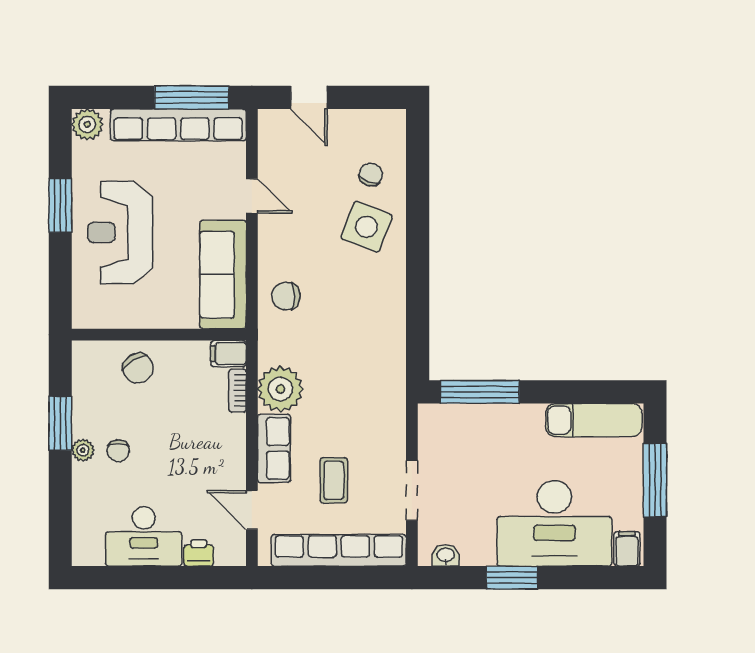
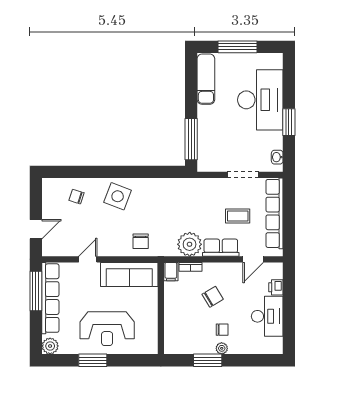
side table: (367, 227) -> (118, 196), moved
chair: (138, 368) -> (213, 297), moved
filing cabinet: (627, 549) -> (274, 62), removed

